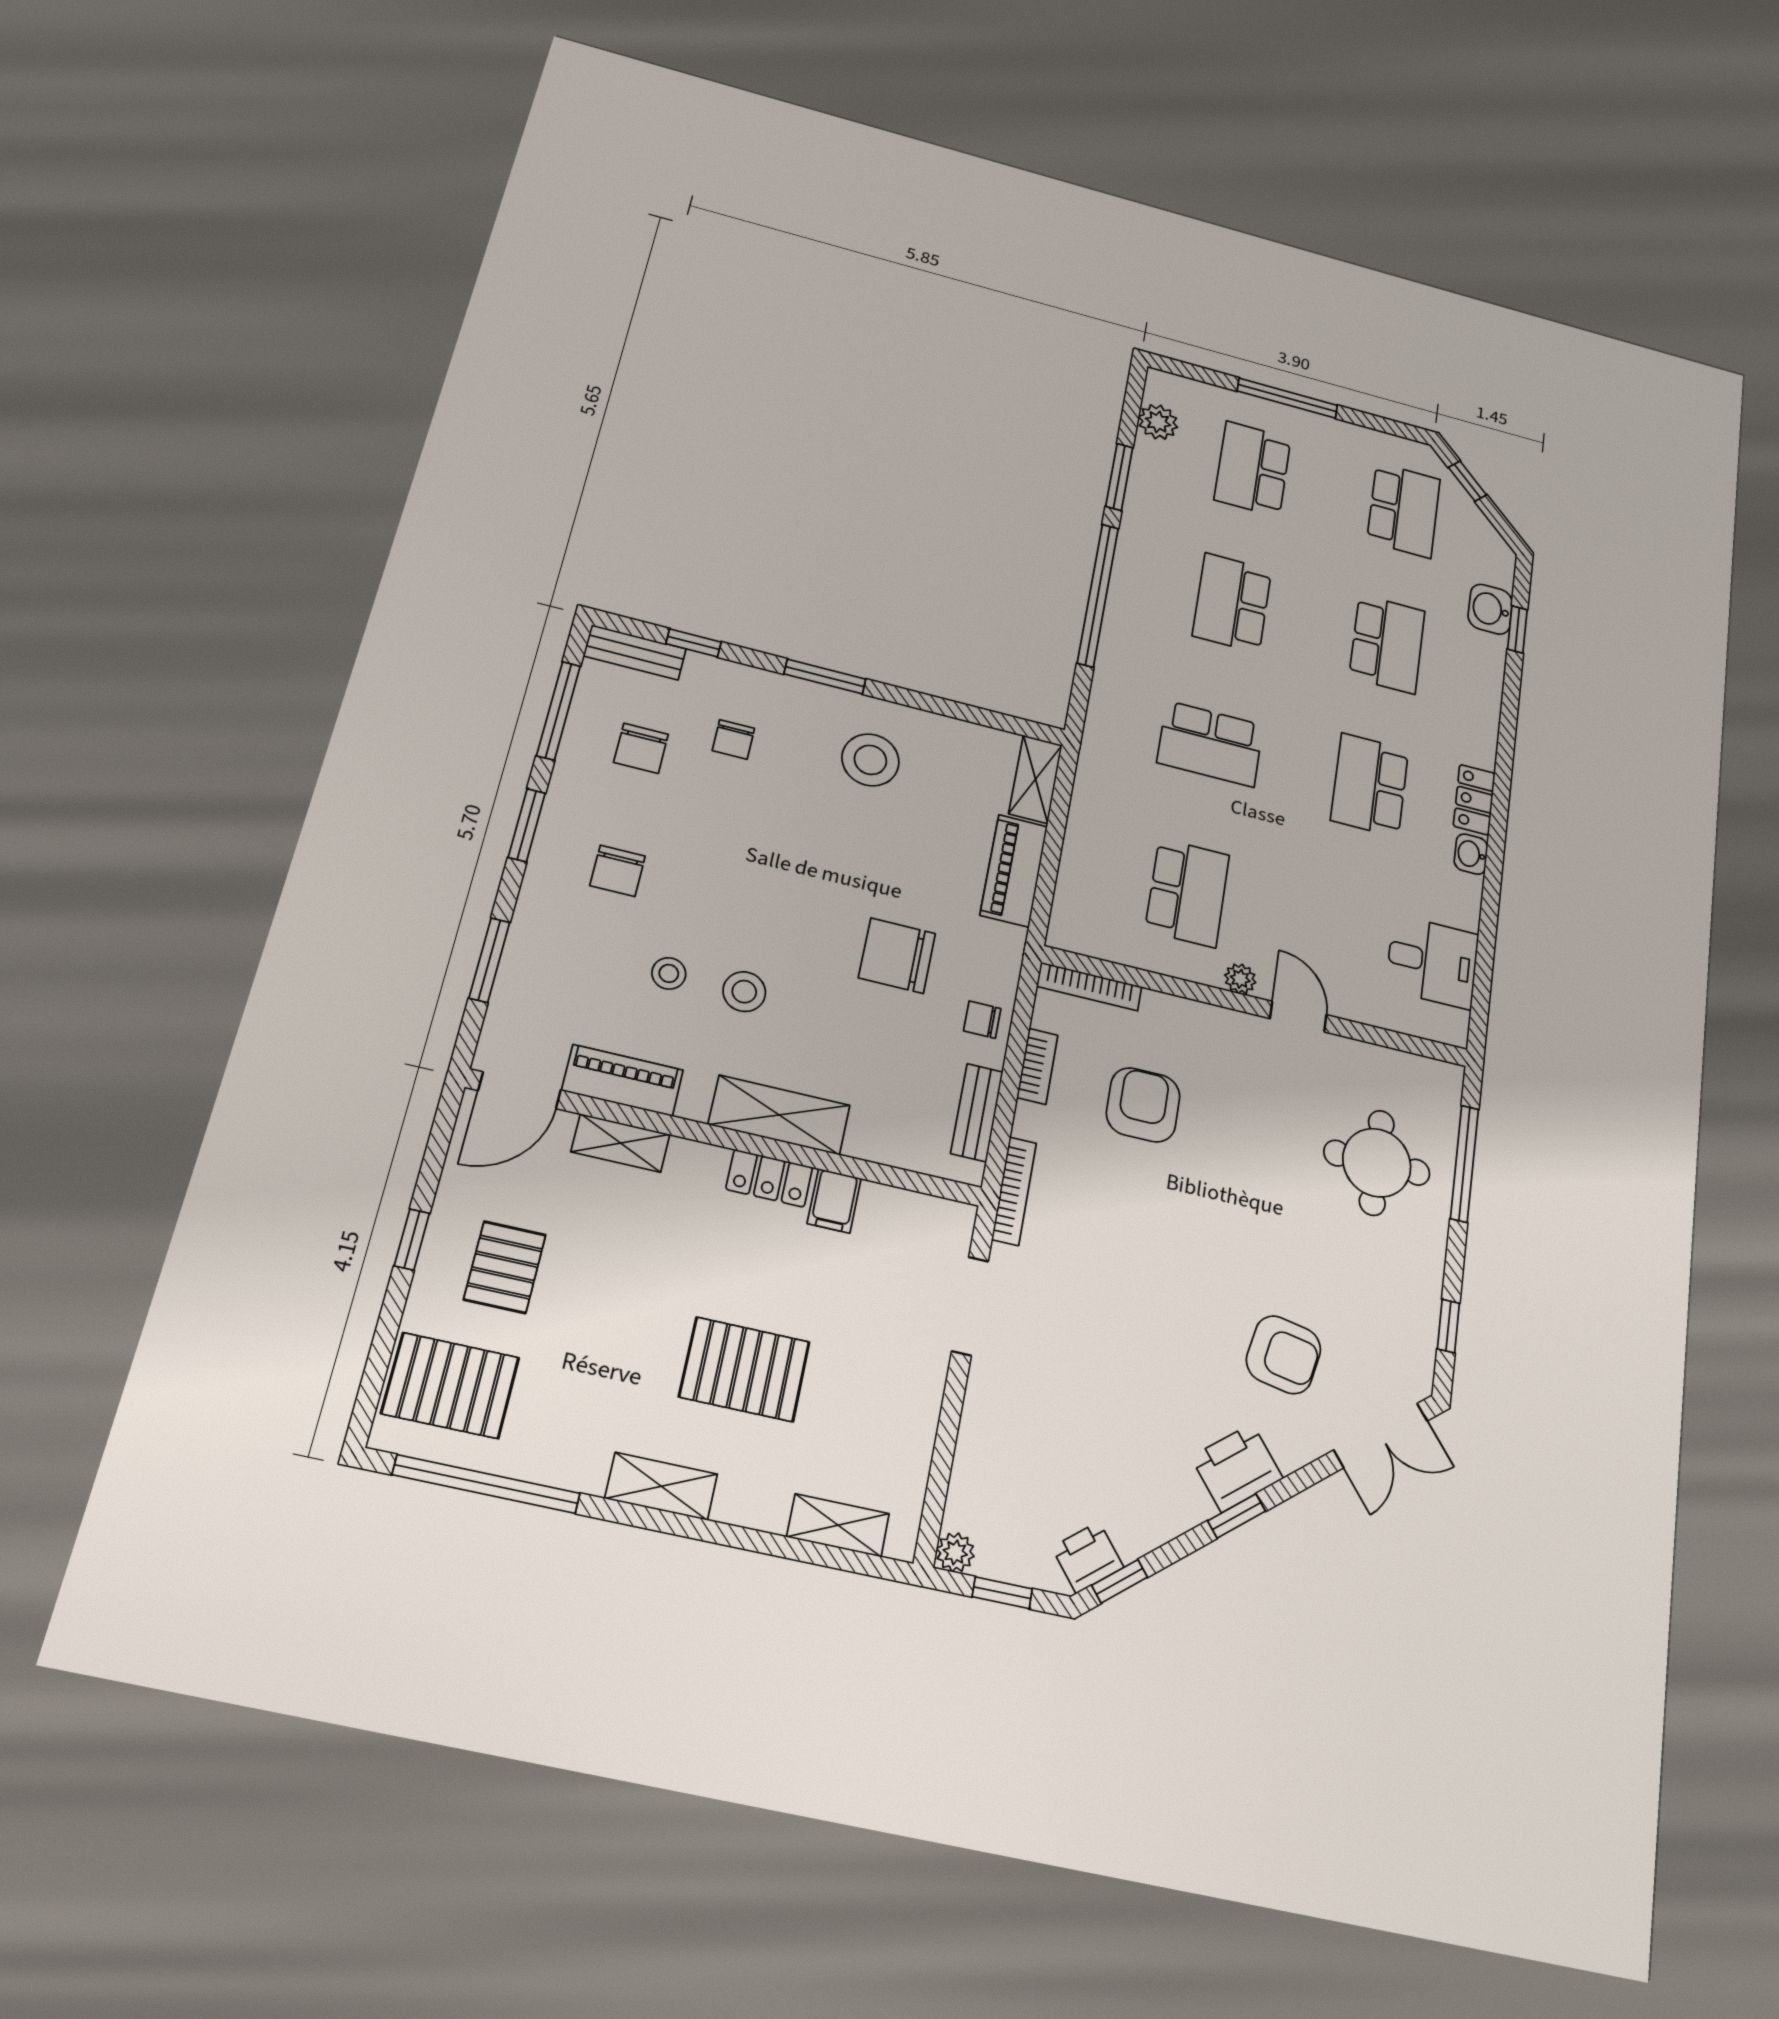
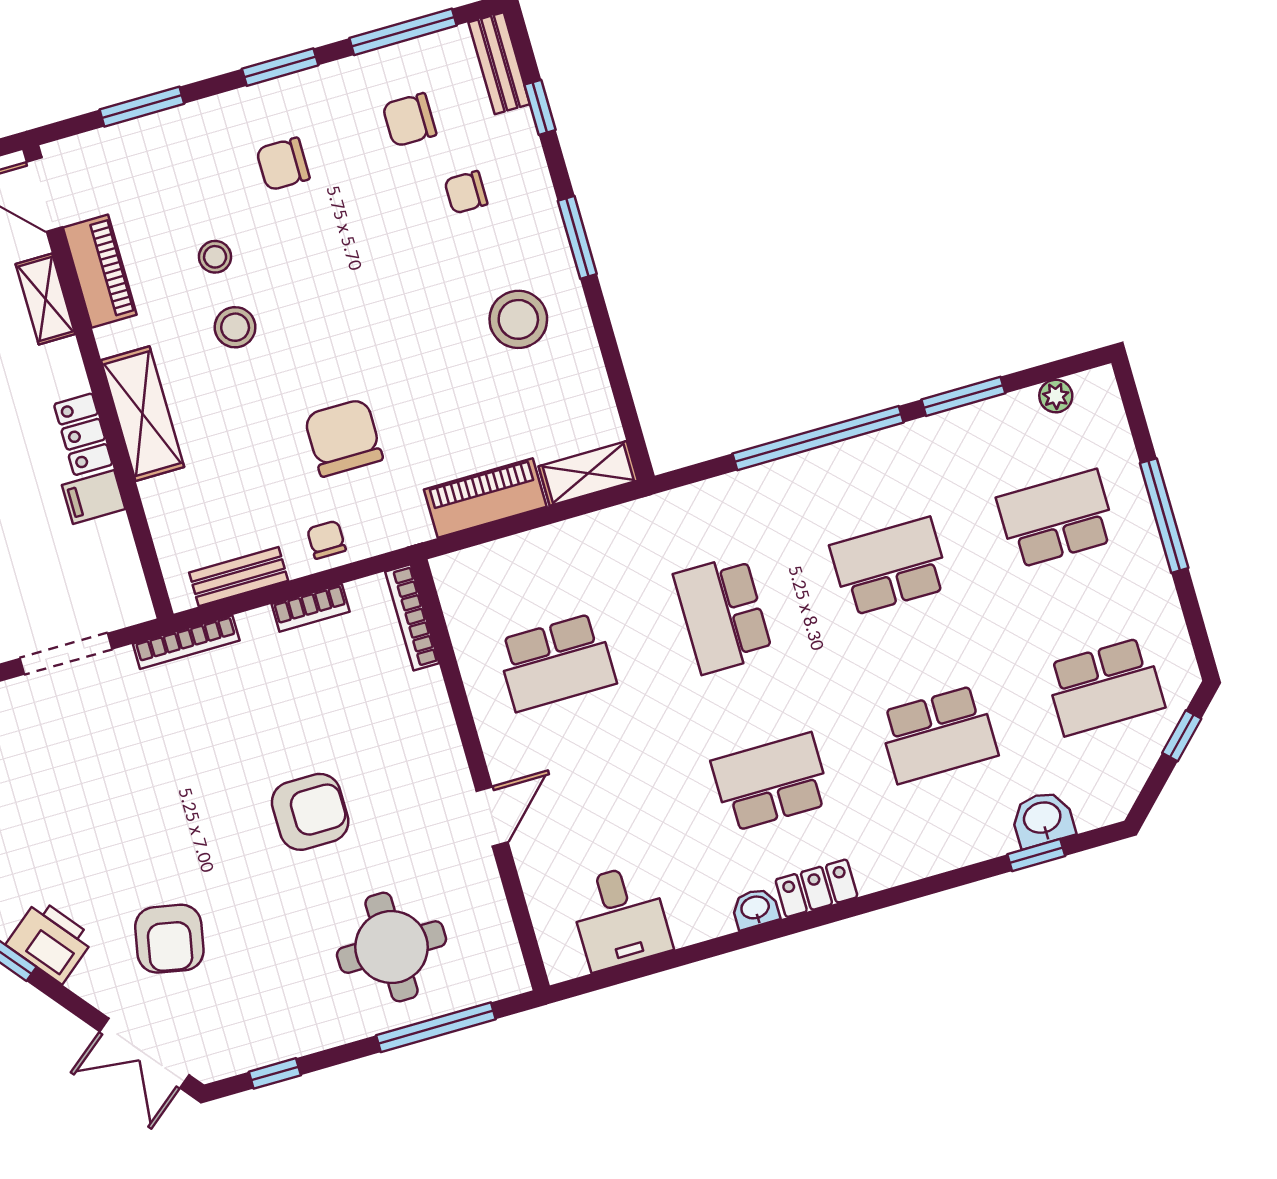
plant: (1158, 422) -> (1056, 396), width x0.73, depth x0.73
plant: (1240, 979) -> (499, 748), removed
armchair: (1143, 1105) -> (310, 812), moved

